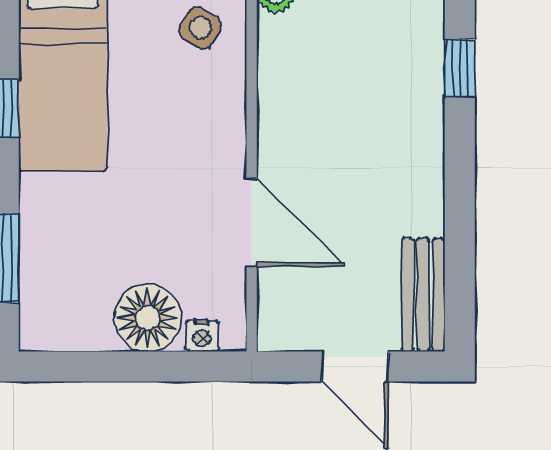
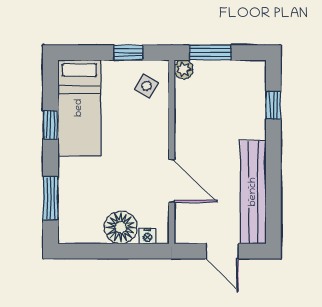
bench: (423, 295) -> (253, 192), width x1.86, depth x1.21

